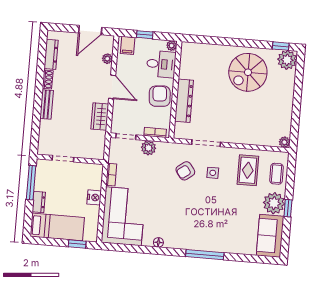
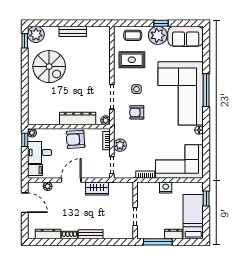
window: (145, 35) -> (25, 140), moved
desk: (161, 64) -> (40, 152), moved, turned -90
bench: (287, 103) -> (73, 31), added
plant: (284, 142) -> (106, 120), moved
armchair: (185, 171) -> (137, 112), turned 127
corner sofa: (203, 224) -> (181, 93), added

